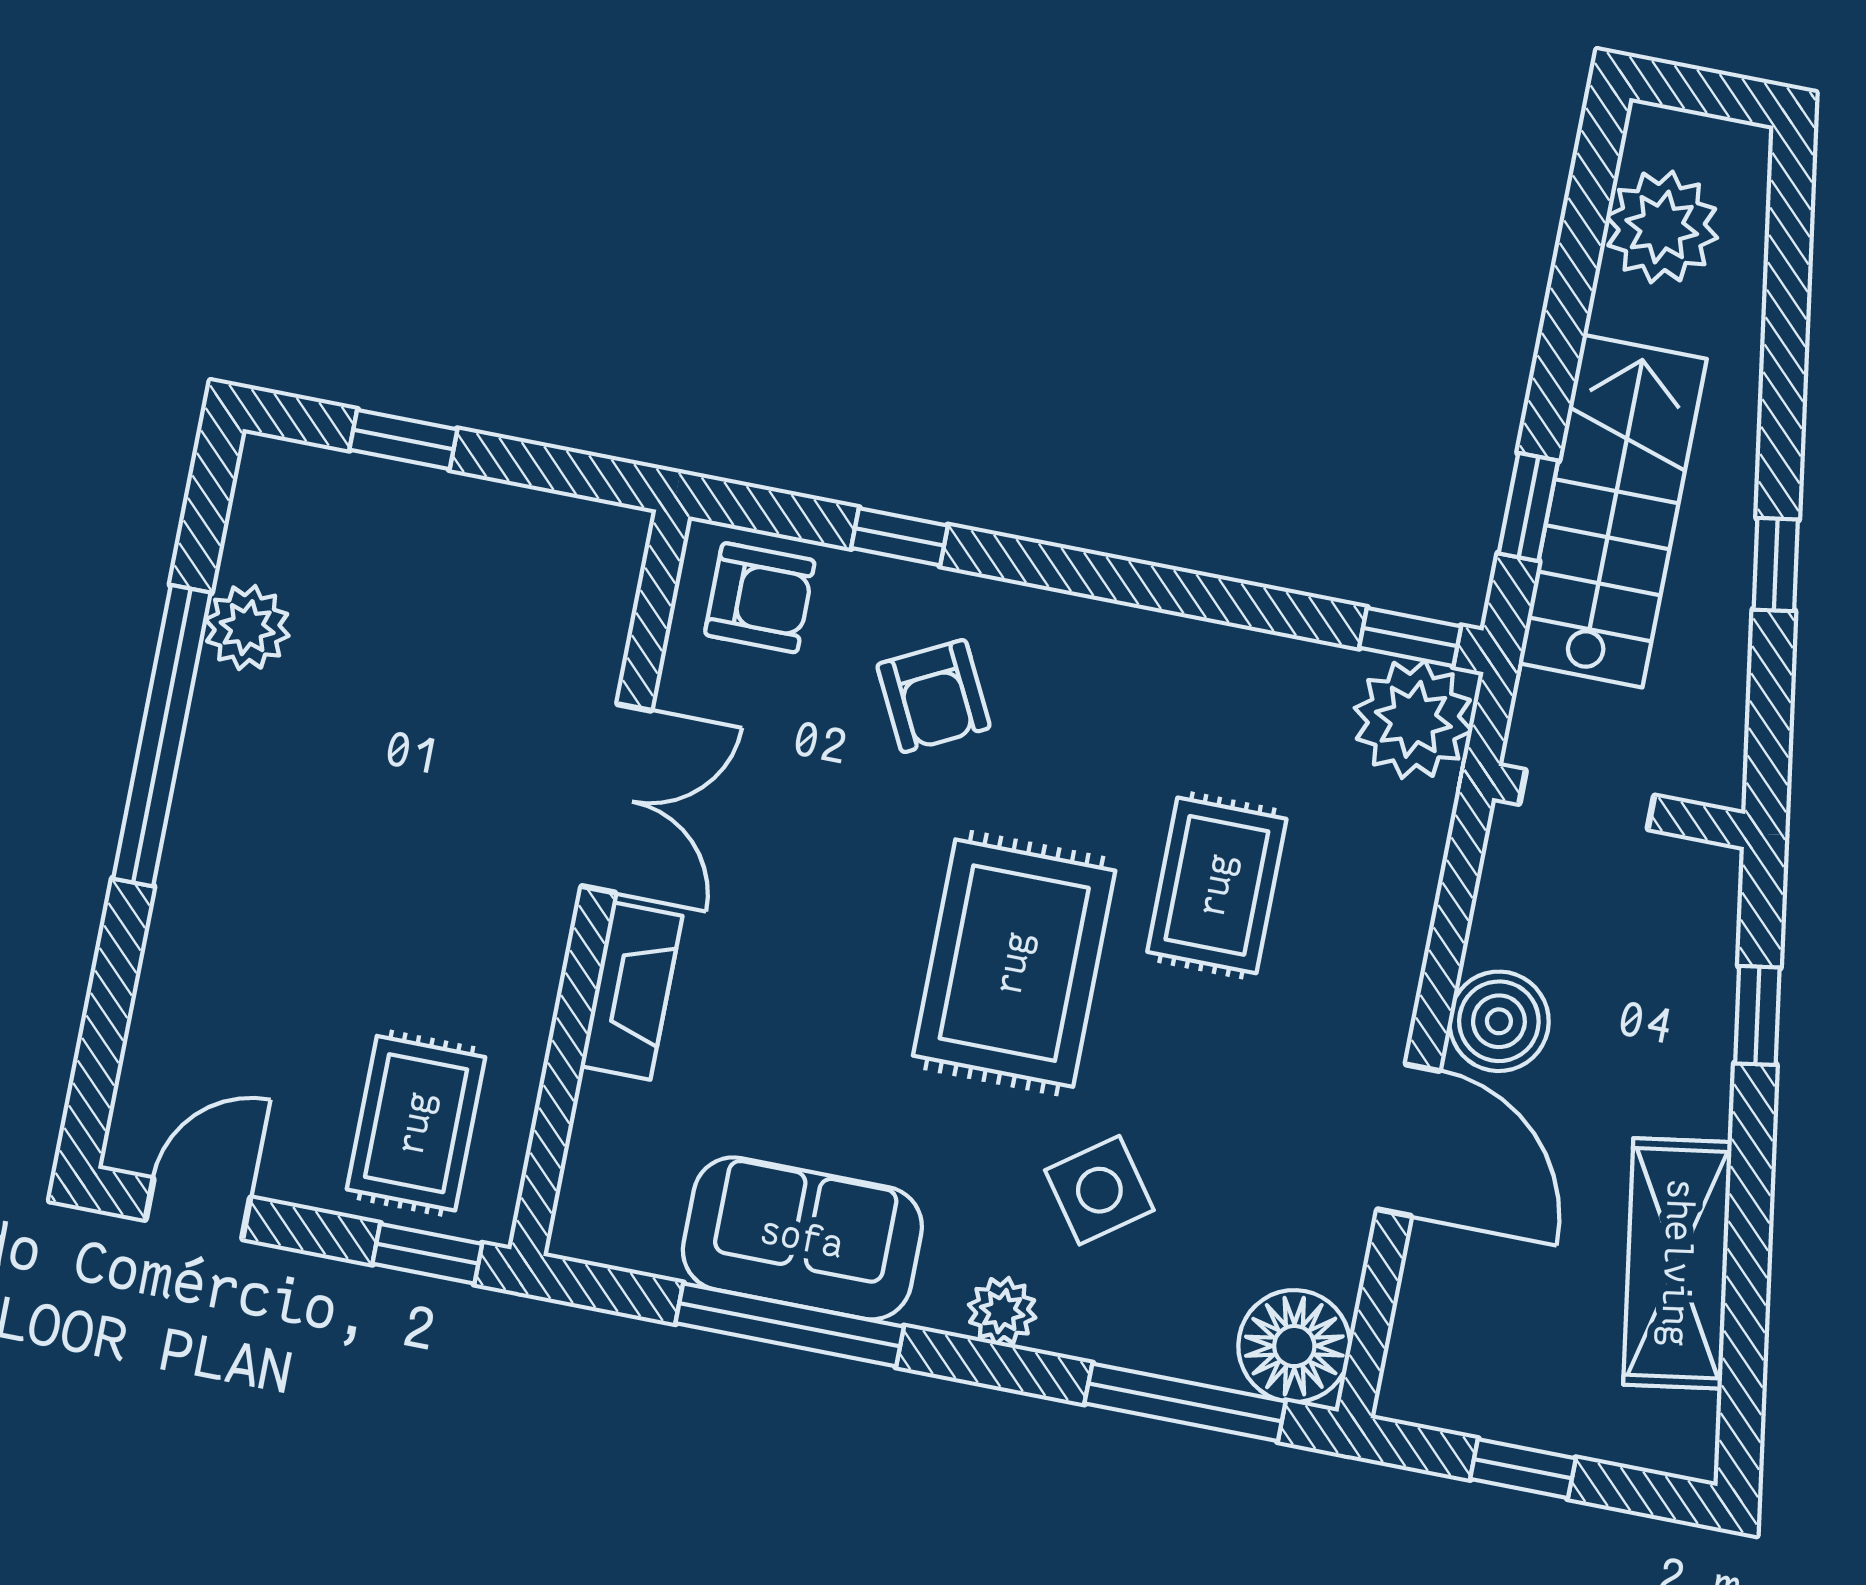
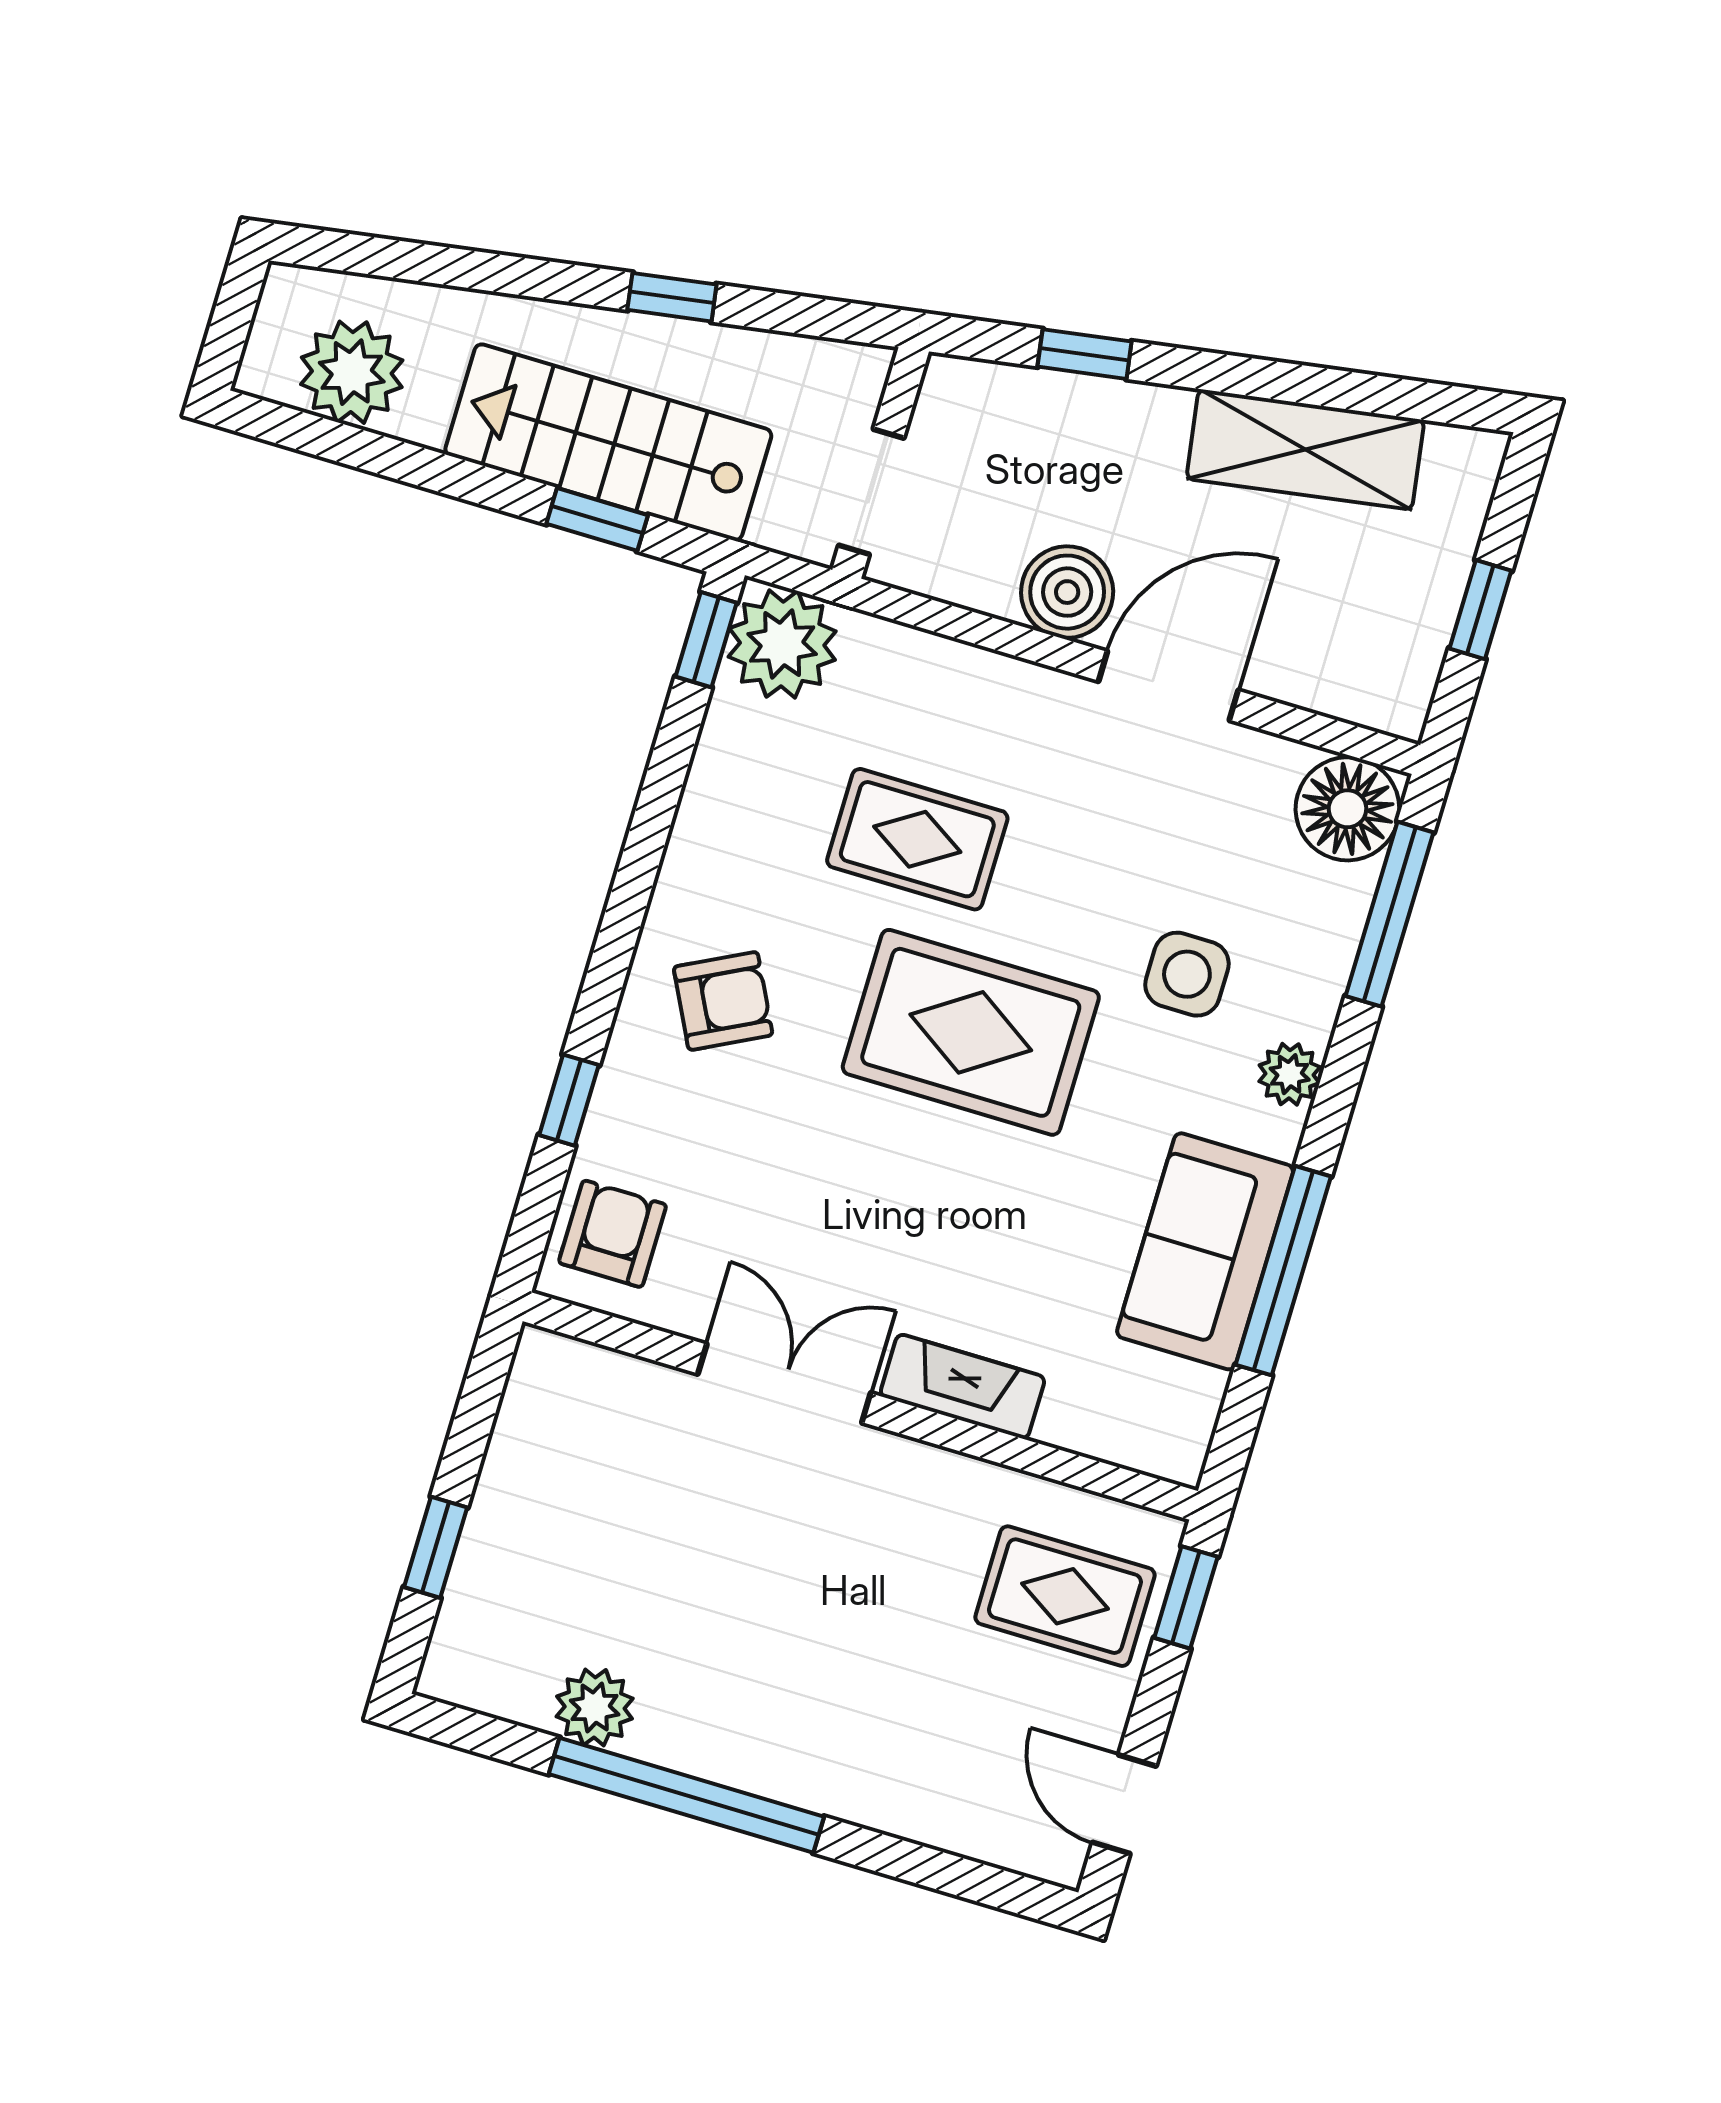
armchair: (934, 696) -> (723, 1001), moved
side table: (1099, 1190) -> (1187, 974), turned 36

